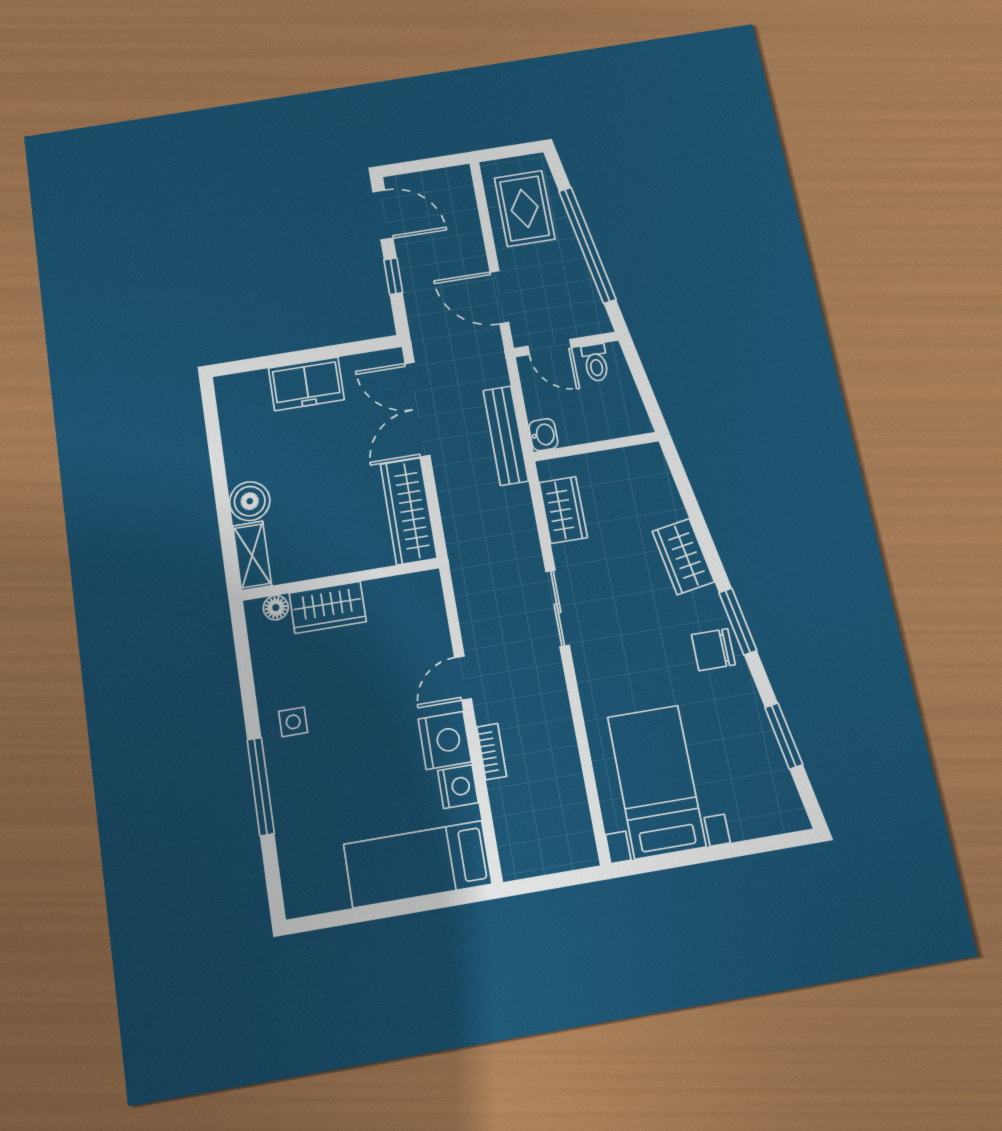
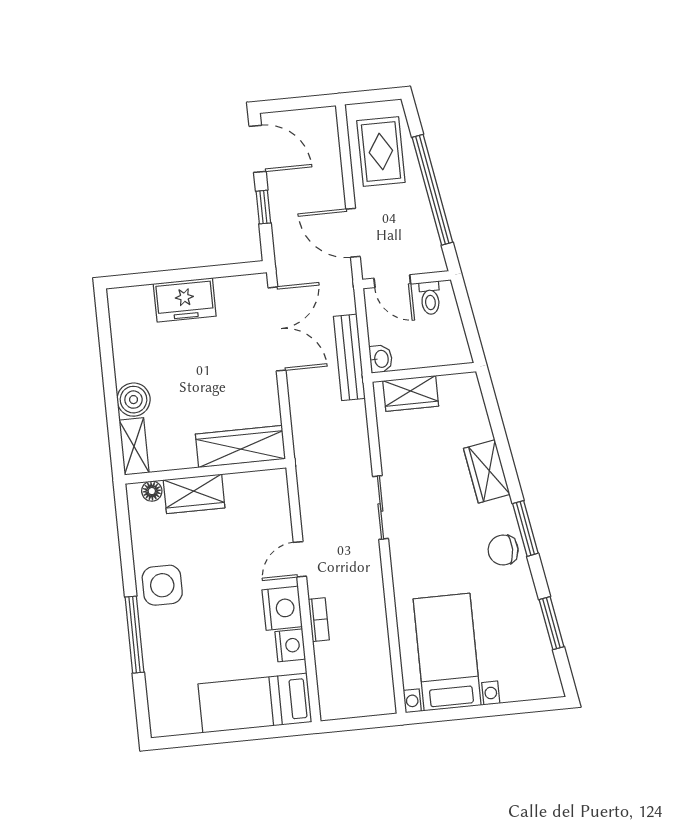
double door: (417, 409) -> (277, 329), swing flipped
wardrobe: (563, 510) -> (411, 393), moved, turned 90
wardrobe: (409, 511) -> (240, 447), moved, turned 90
side table: (293, 722) -> (162, 585), width x1.87, depth x1.87

